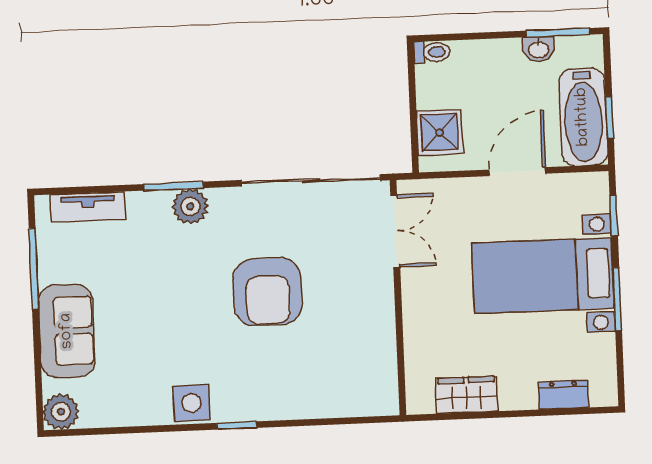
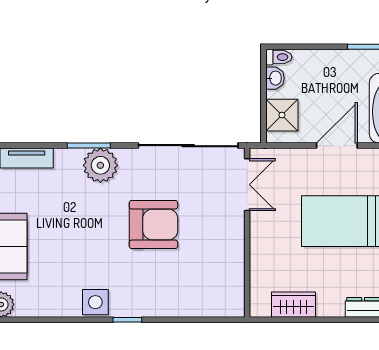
washbasin: (539, 49) -> (275, 78), moved, turned -90
plant: (190, 206) -> (100, 165), width x1.36, depth x1.36
armchair: (268, 292) -> (153, 224), turned -90

